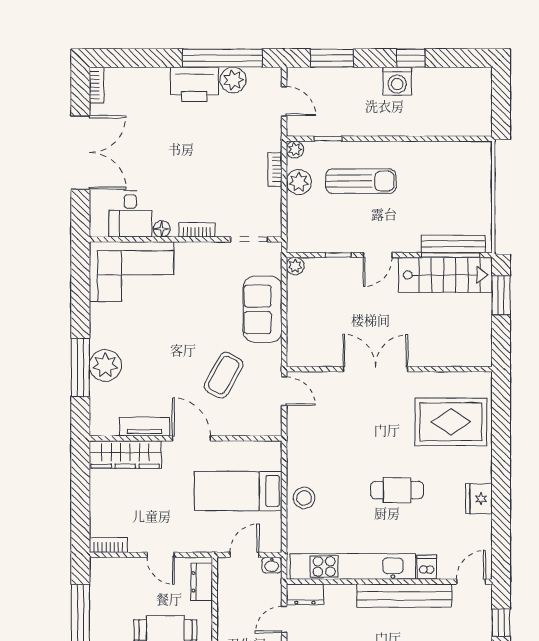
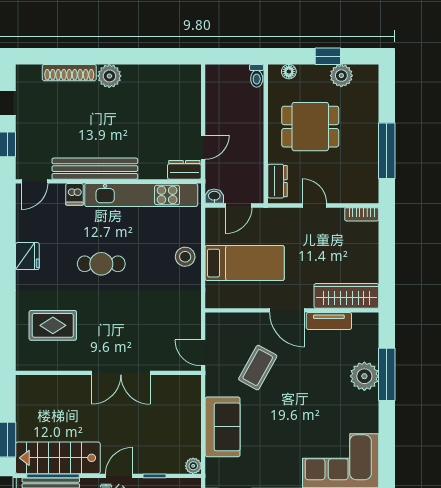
rug: (451, 422) -> (53, 325), width x0.73, depth x0.70

